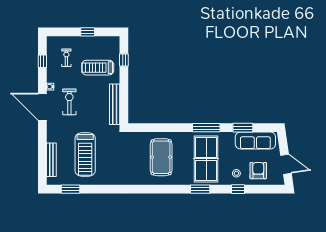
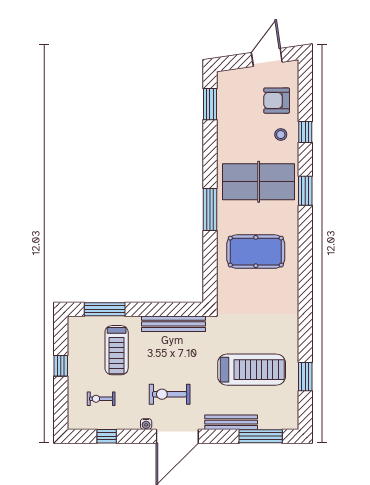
window: (124, 60) -> (105, 309), width x2.17
window: (206, 128) -> (210, 210), moved
window: (243, 128) -> (210, 104), moved
sofa: (255, 140) -> (230, 105), removed
window: (42, 160) -> (261, 436), added
bench: (51, 160) -> (231, 422), moved
window: (70, 189) -> (305, 377), moved

